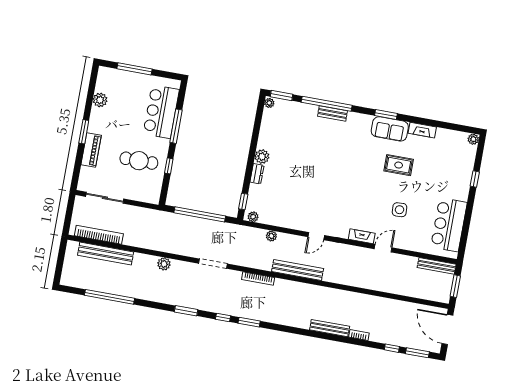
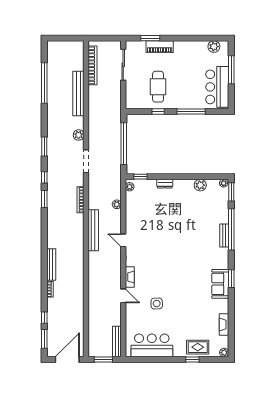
plant: (100, 100) -> (214, 47), moved
bar counter: (161, 112) -> (217, 87), moved, turned -90
fireplace: (422, 130) -> (224, 324), moved
window: (84, 132) -> (150, 38), moved
plant: (262, 157) -> (200, 185), moved
rug: (399, 165) -> (198, 347), moved, turned 90
bench: (106, 254) -> (78, 93), moved
plant: (164, 264) -> (79, 135), moved

